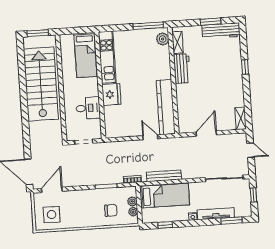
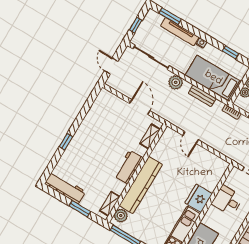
window: (211, 22) -> (80, 209), moved
workbench: (182, 69) -> (129, 167), moved
kitchen counter: (166, 107) -> (141, 185), moved
shelving: (241, 118) -> (150, 136), moved
door: (206, 134) -> (140, 107), swing flipped
plant: (192, 172) -> (176, 82), added
bench: (164, 176) -> (202, 96), width x0.73

